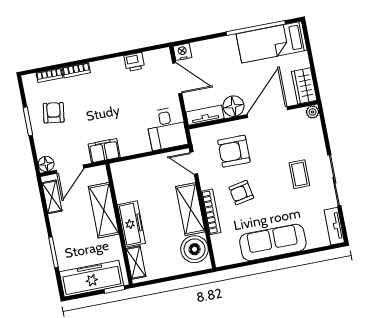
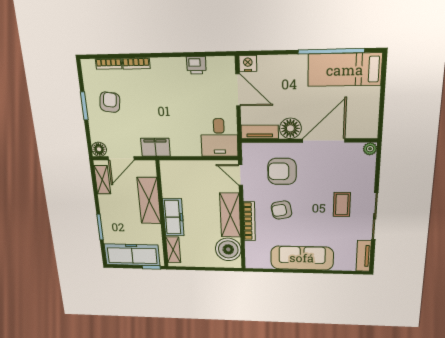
wardrobe: (304, 86) -> (368, 121), removed

